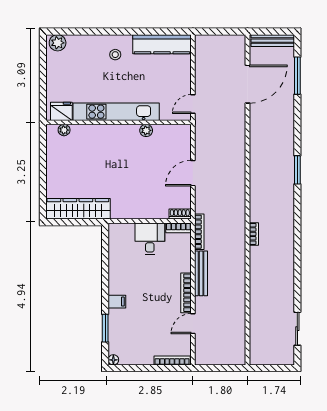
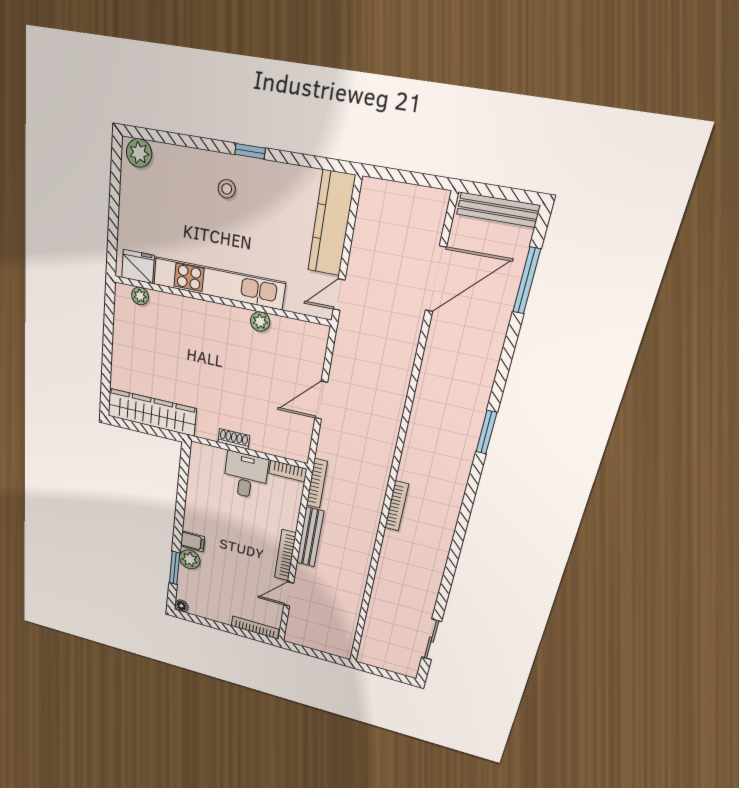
window: (127, 32) -> (250, 151), added
kitchen counter: (162, 44) -> (331, 223), moved, turned 90
shoe rack: (180, 214) -> (234, 439), moved
bookcase: (254, 234) -> (397, 506), width x1.56
plant: (116, 317) -> (190, 559), added

